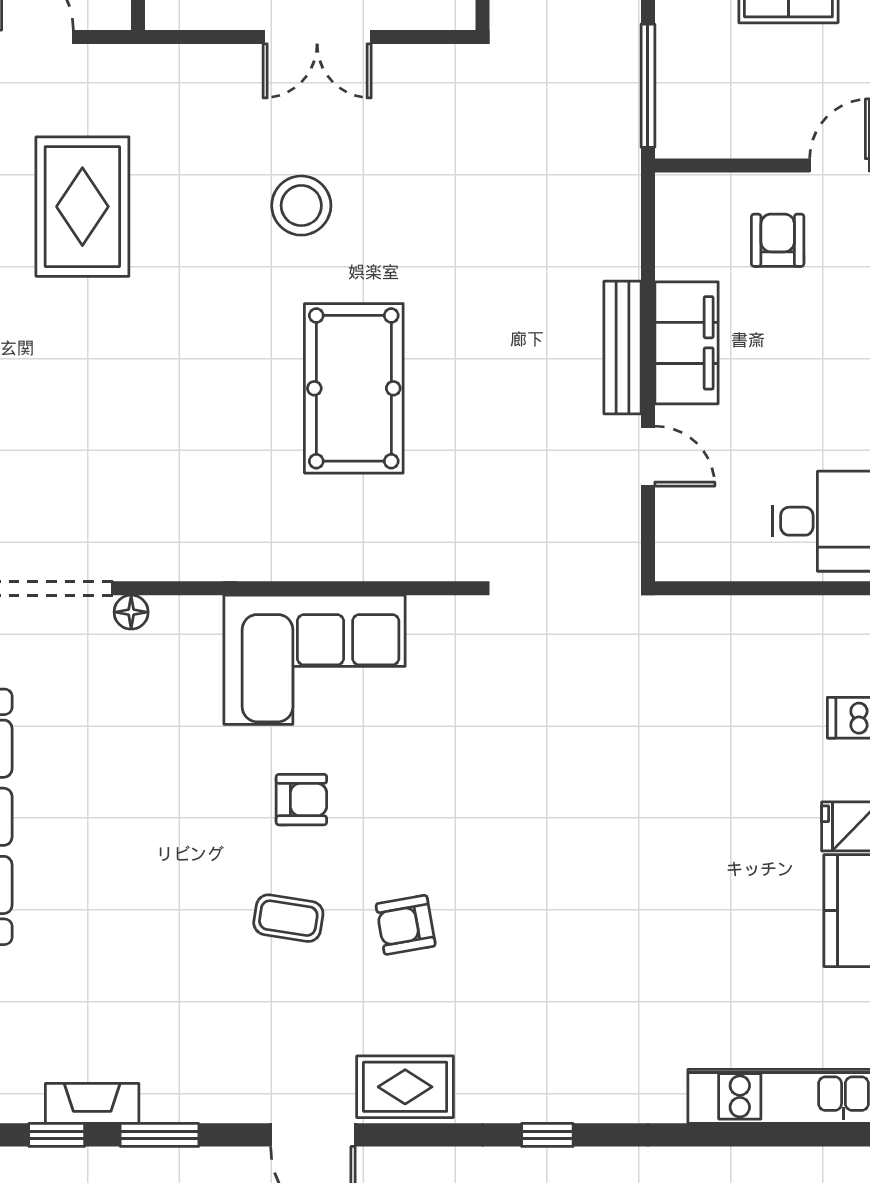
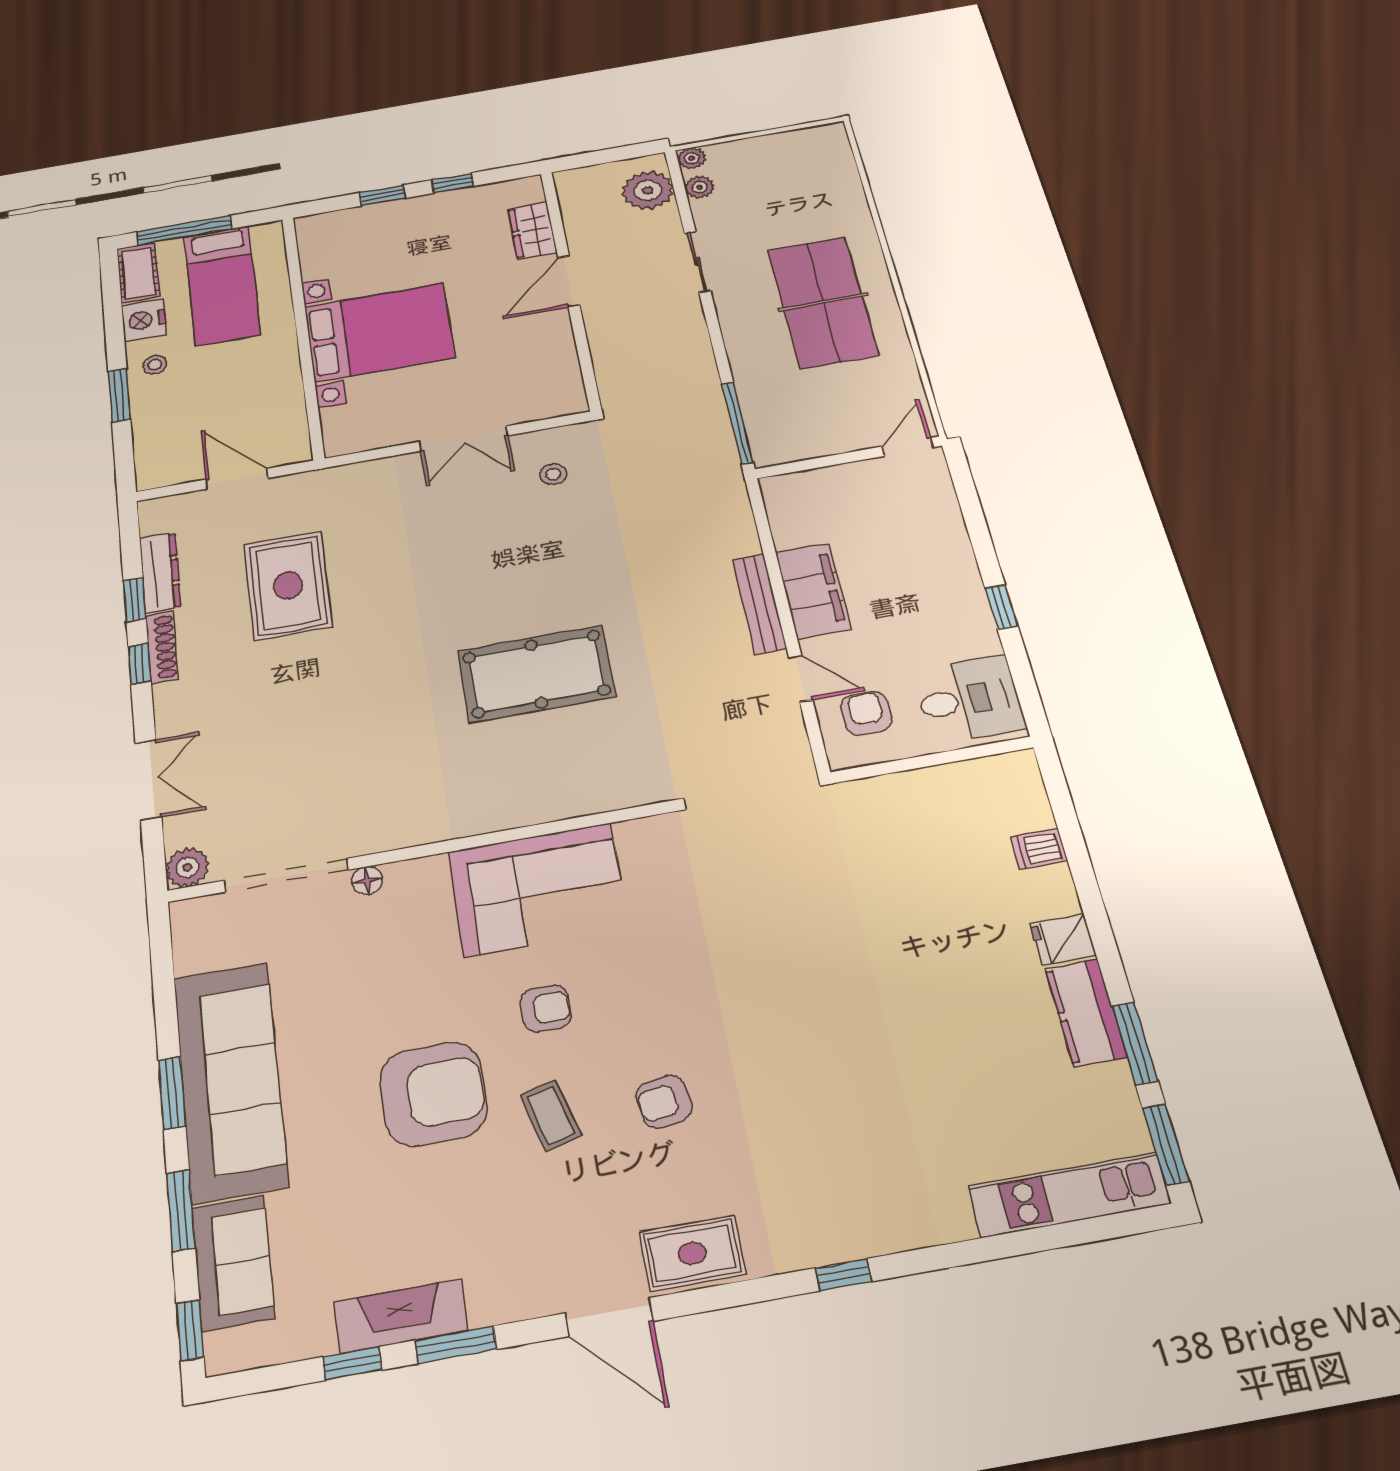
stool: (301, 206) -> (553, 474), moved, width x0.53, depth x0.53
armchair: (778, 240) -> (866, 713), moved
pool table: (354, 388) -> (536, 674), turned 90
armchair: (171, 872) -> (433, 1094), added
coffee table: (288, 918) -> (551, 1116), turned 66
fireplace: (92, 1103) -> (401, 1316), width x1.37, depth x1.32

